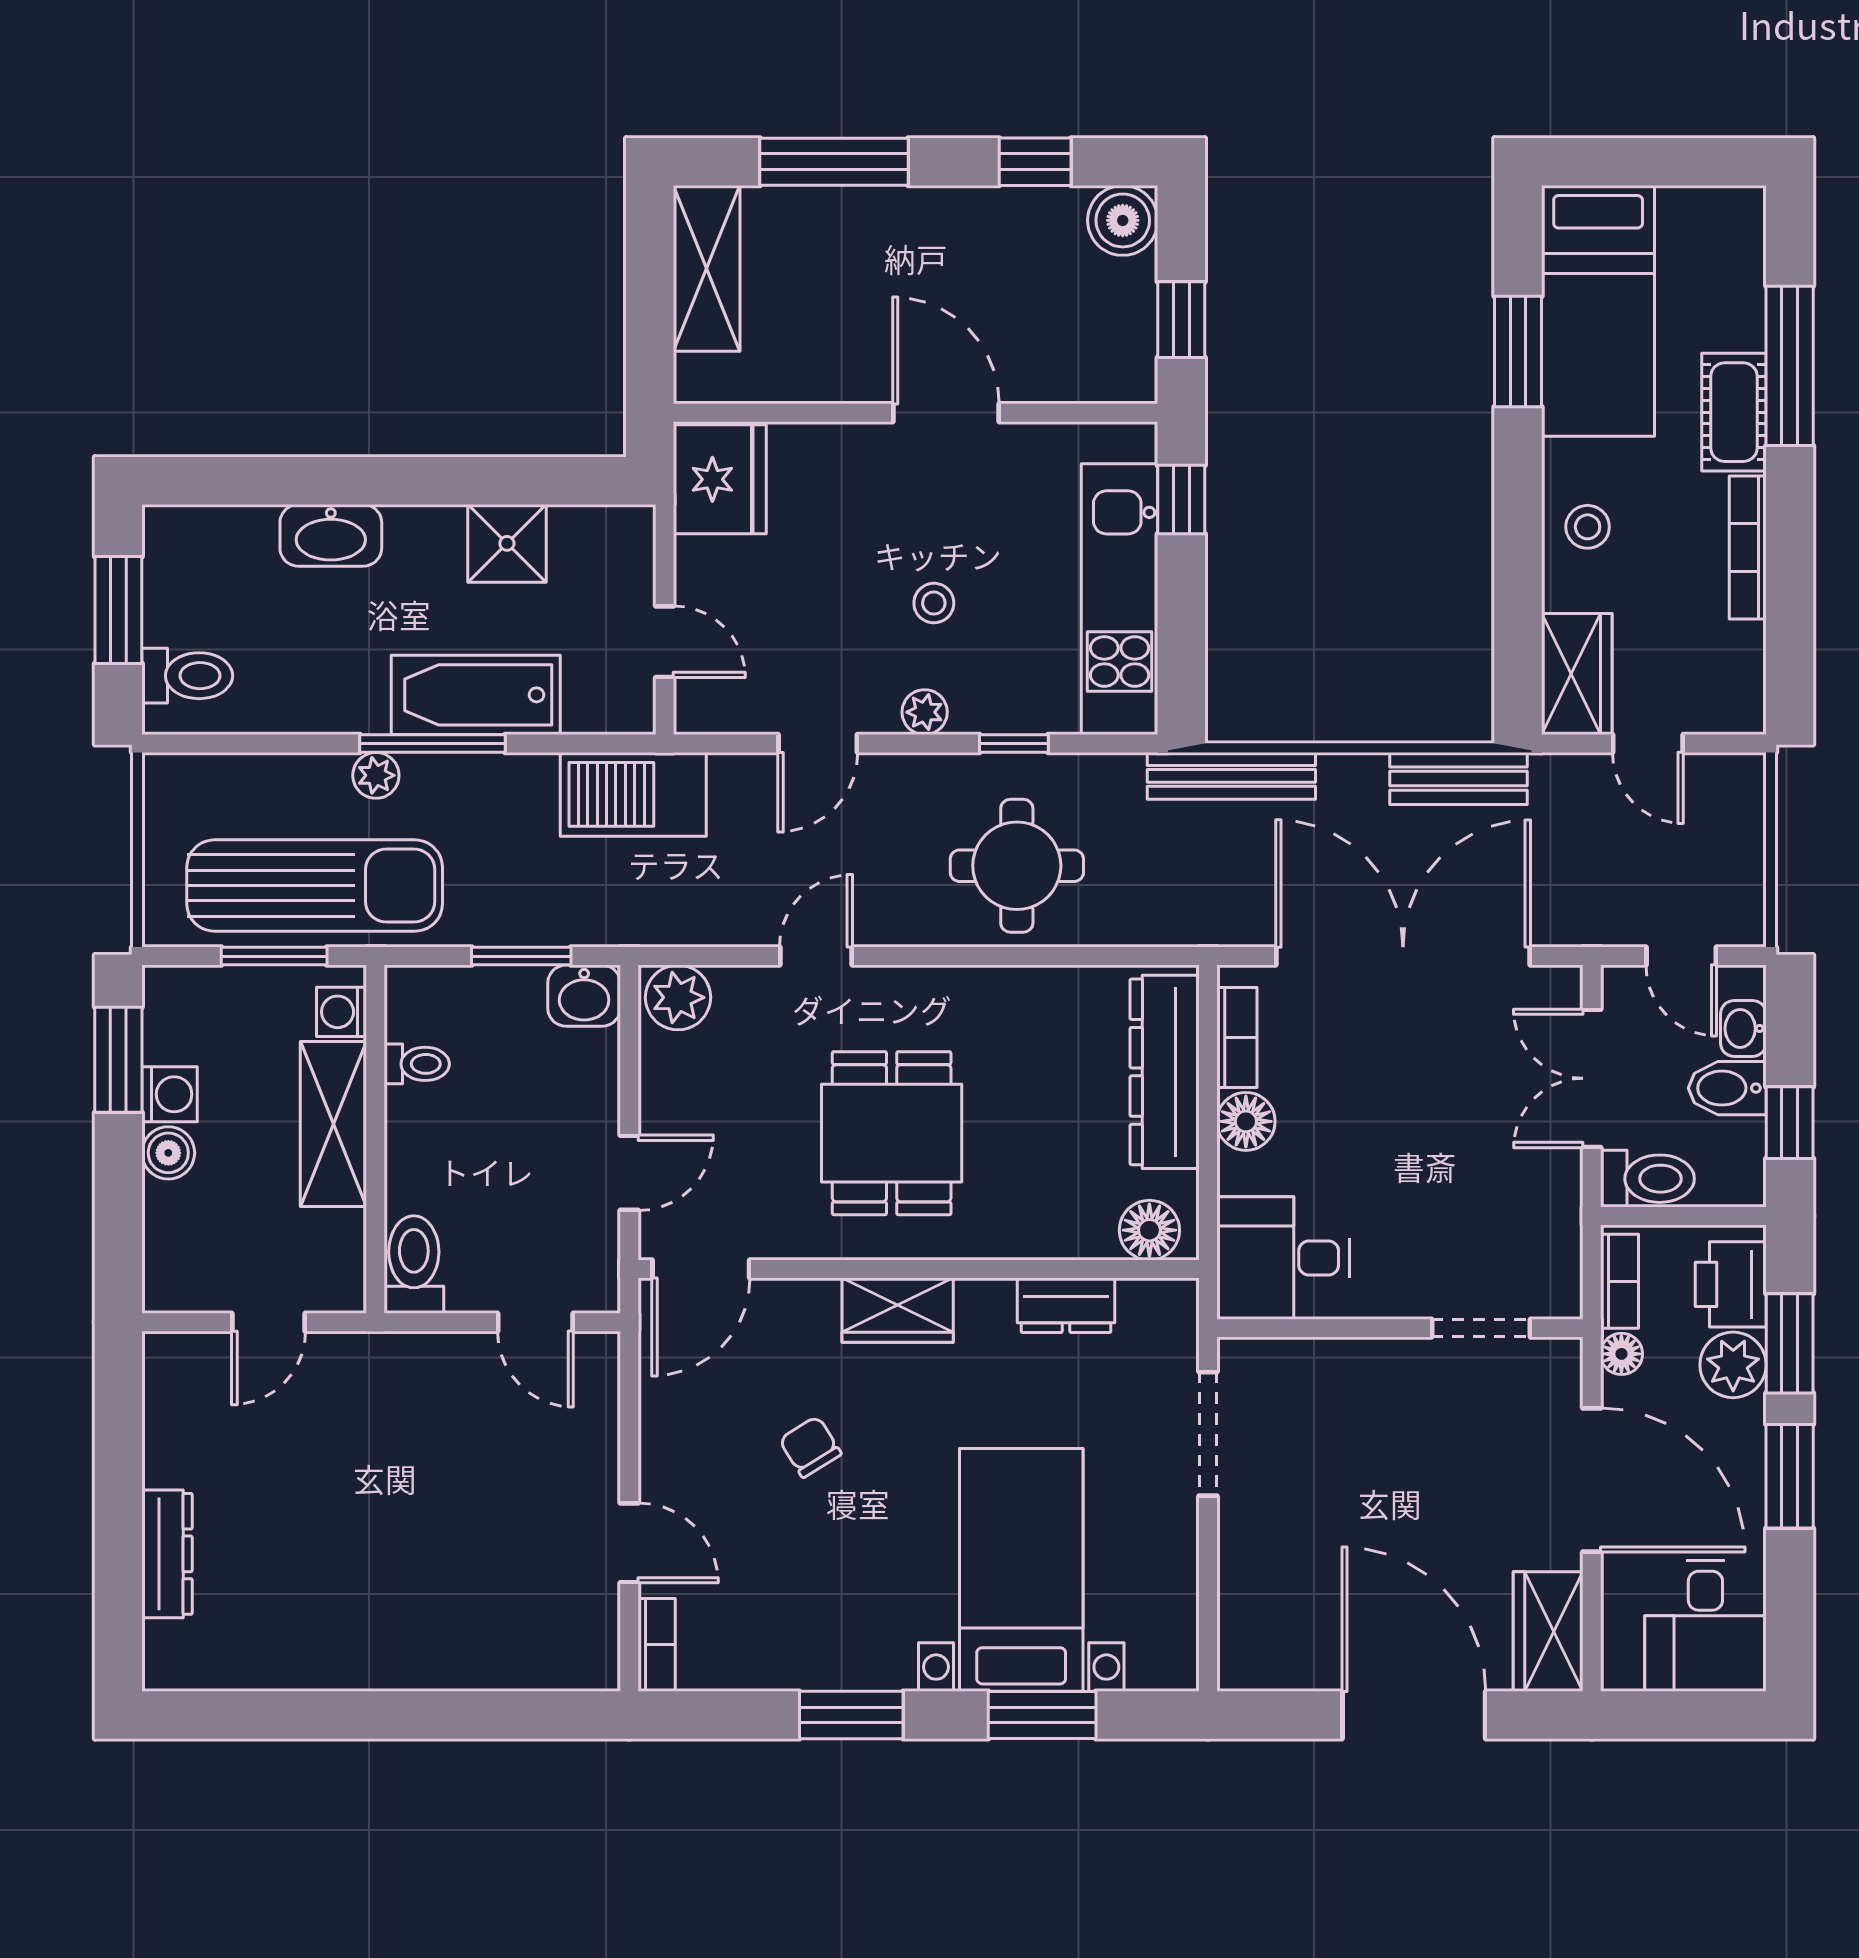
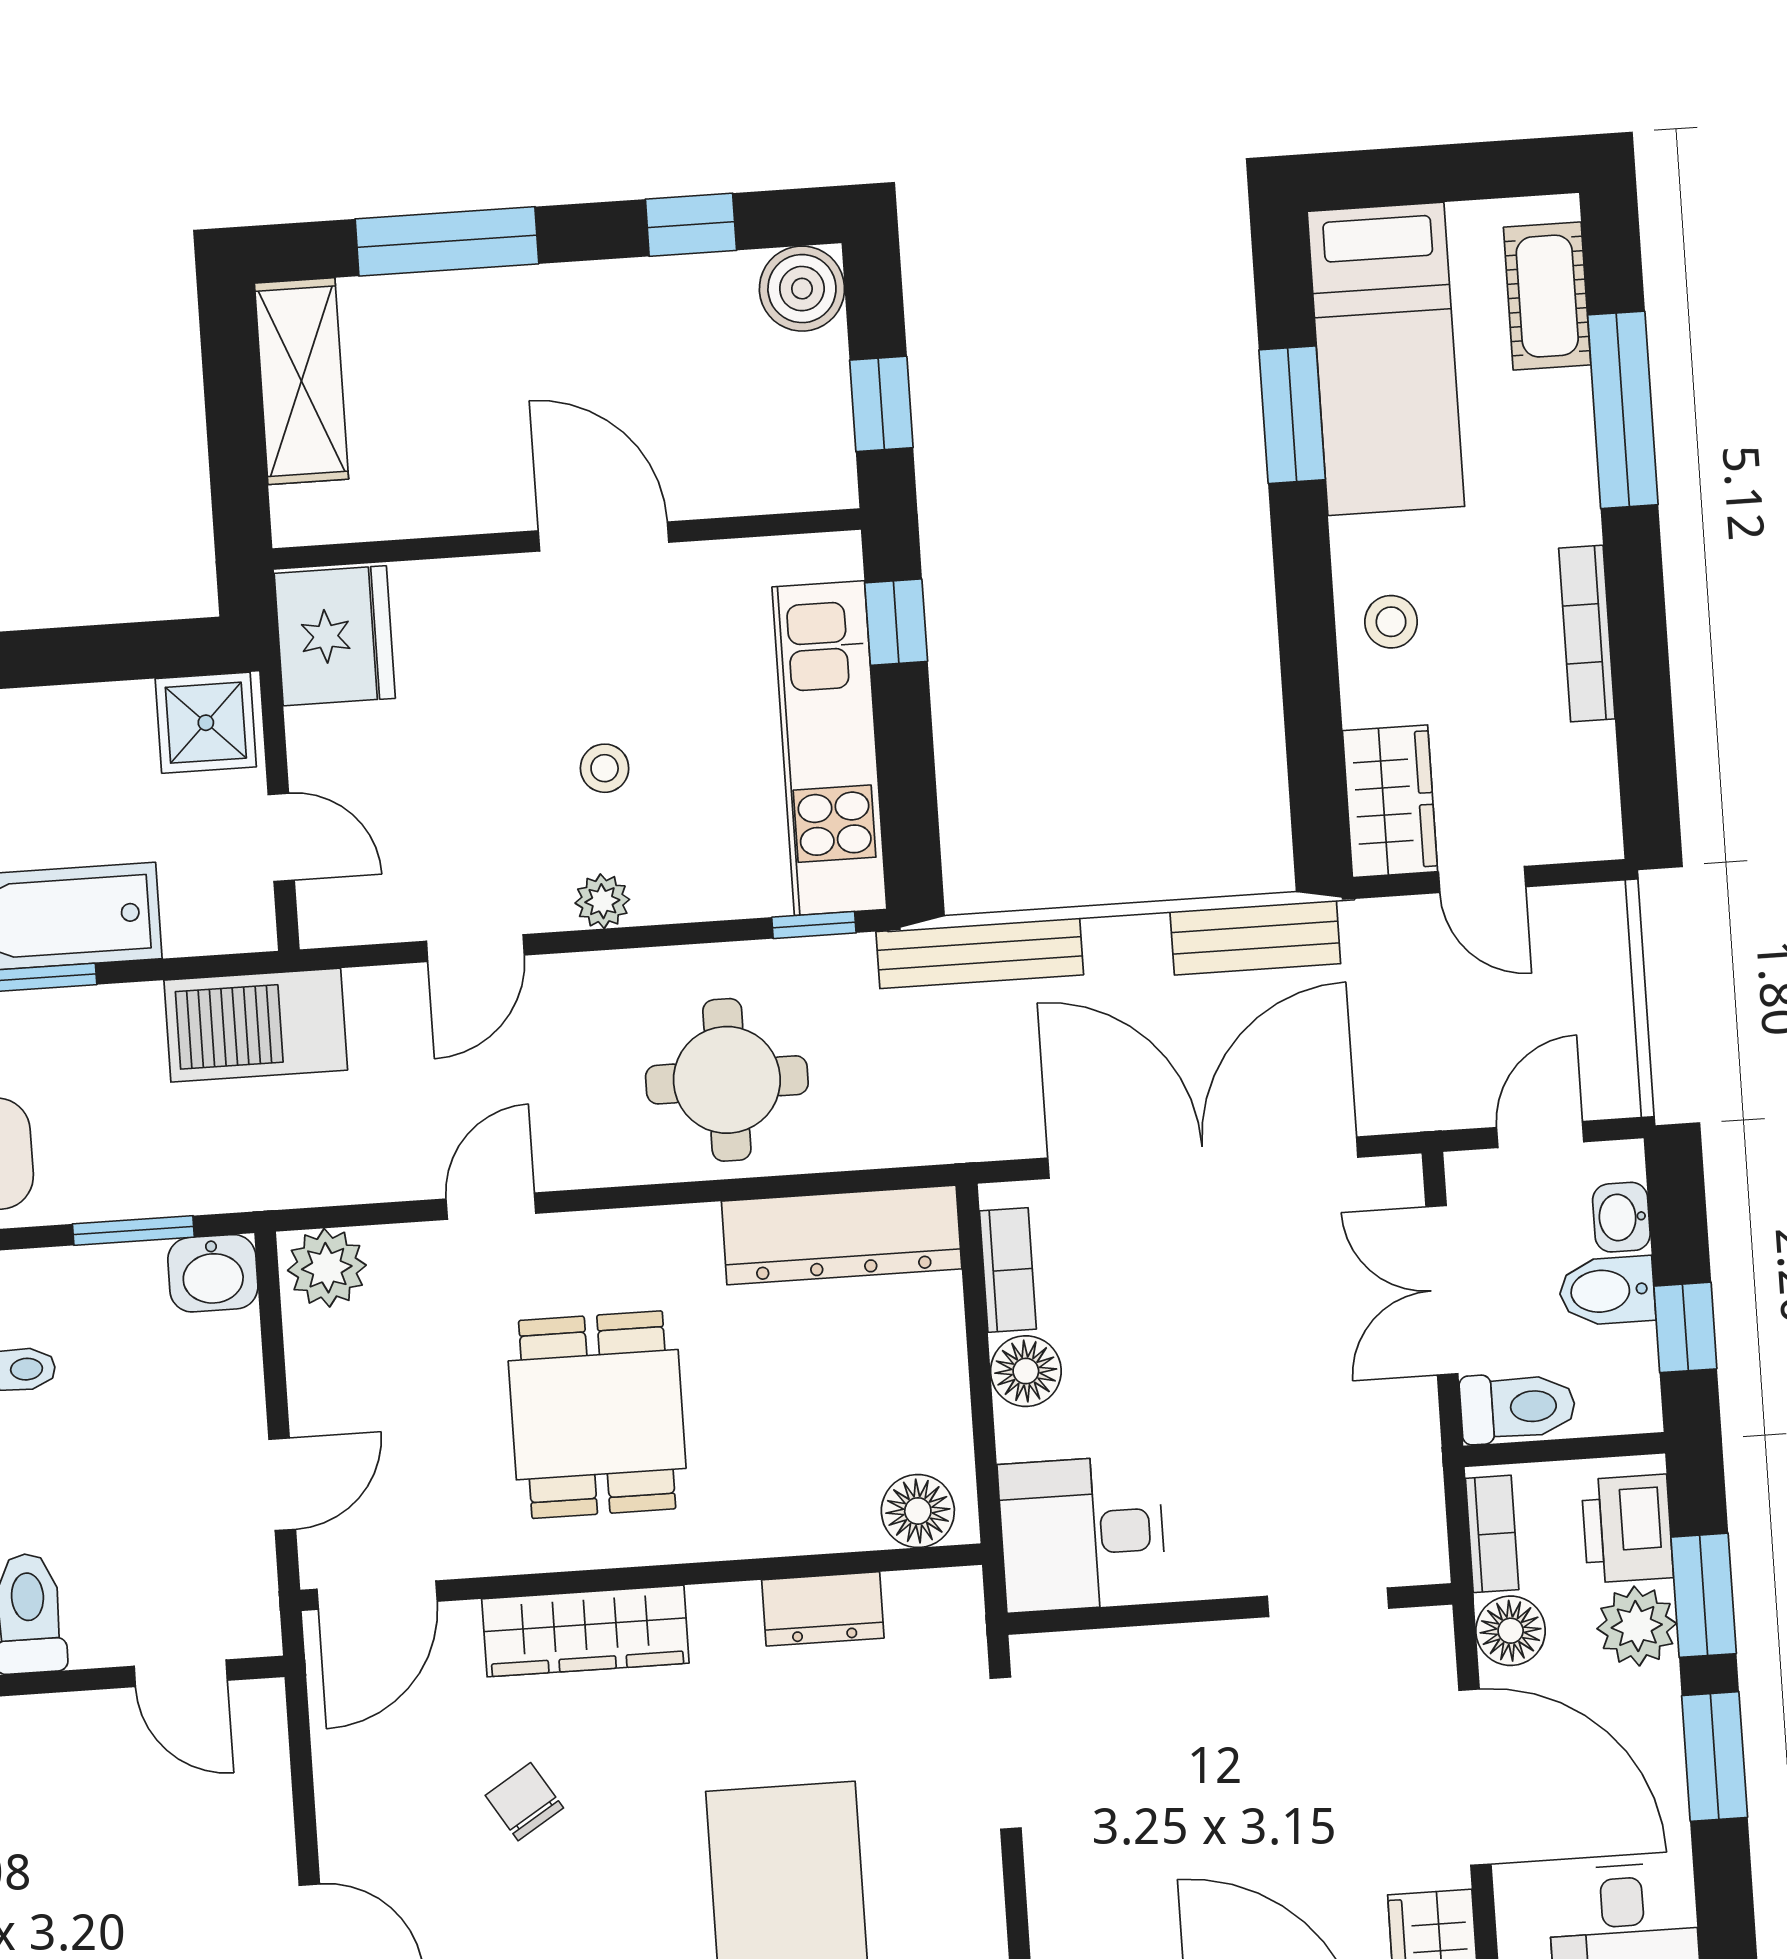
cot: (1734, 412) -> (1547, 296), moved
shower: (507, 543) -> (206, 723), moved
window: (1014, 743) -> (814, 925), moved
door: (1681, 956) -> (1540, 1135), swing flipped
dresser: (1165, 1072) -> (842, 1235), moved, turned -90
wardrobe: (898, 1310) -> (585, 1631), width x1.50
floor lamp: (1621, 1354) -> (1511, 1631), width x1.37, depth x1.37

